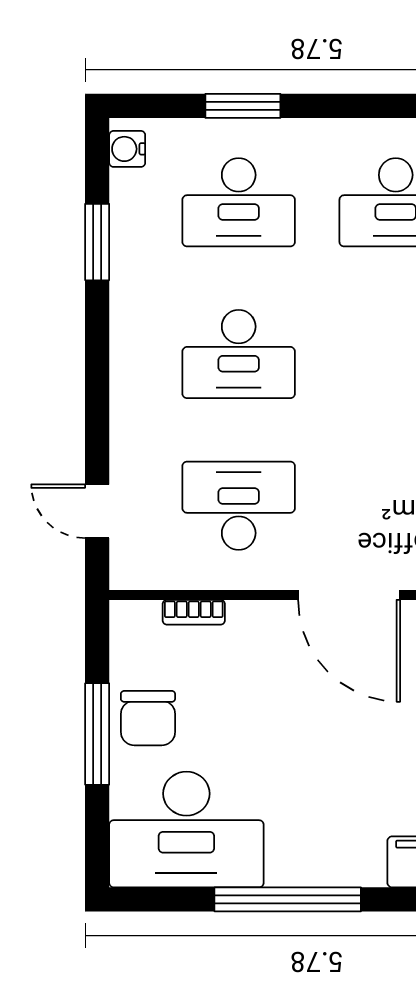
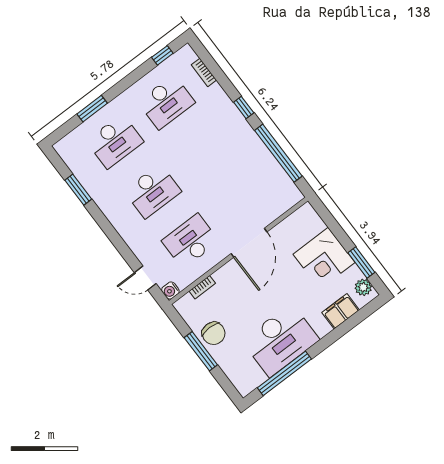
water cooler: (127, 149) -> (170, 291), moved
door: (349, 595) -> (249, 243), hinge flipped
desk: (186, 829) -> (281, 340), moved
window: (288, 899) -> (284, 373), moved

